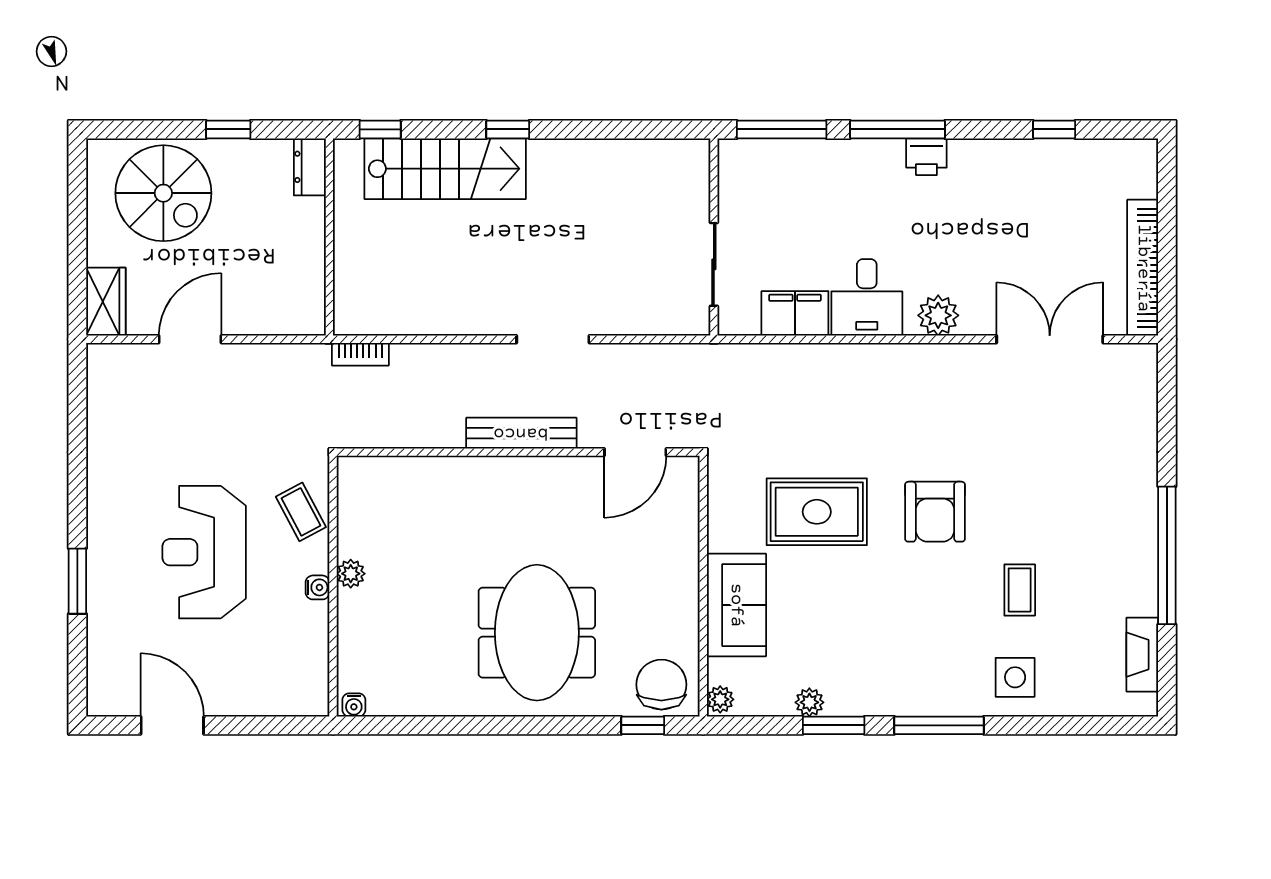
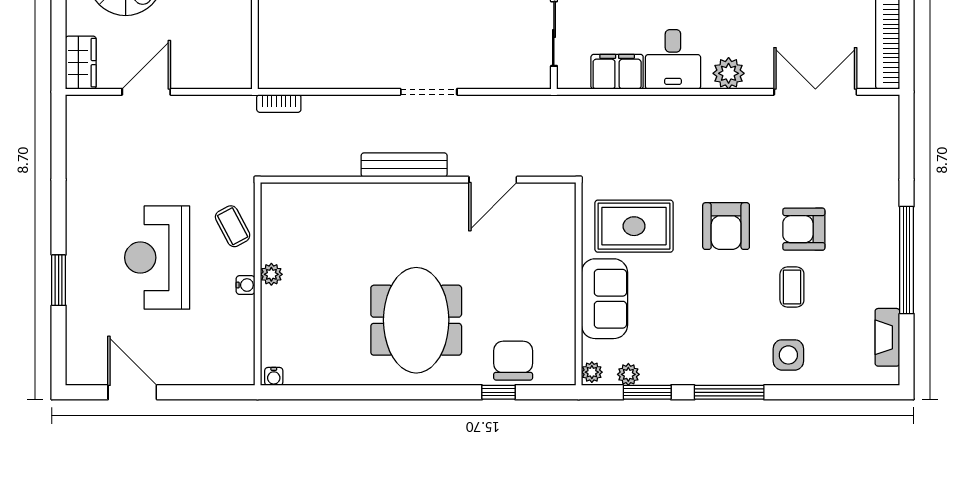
armchair: (1035, 516) -> (804, 229), added
wall: (703, 586) -> (579, 284), moved
sofa: (736, 605) -> (604, 299), moved
plant: (720, 699) -> (592, 372), moved

